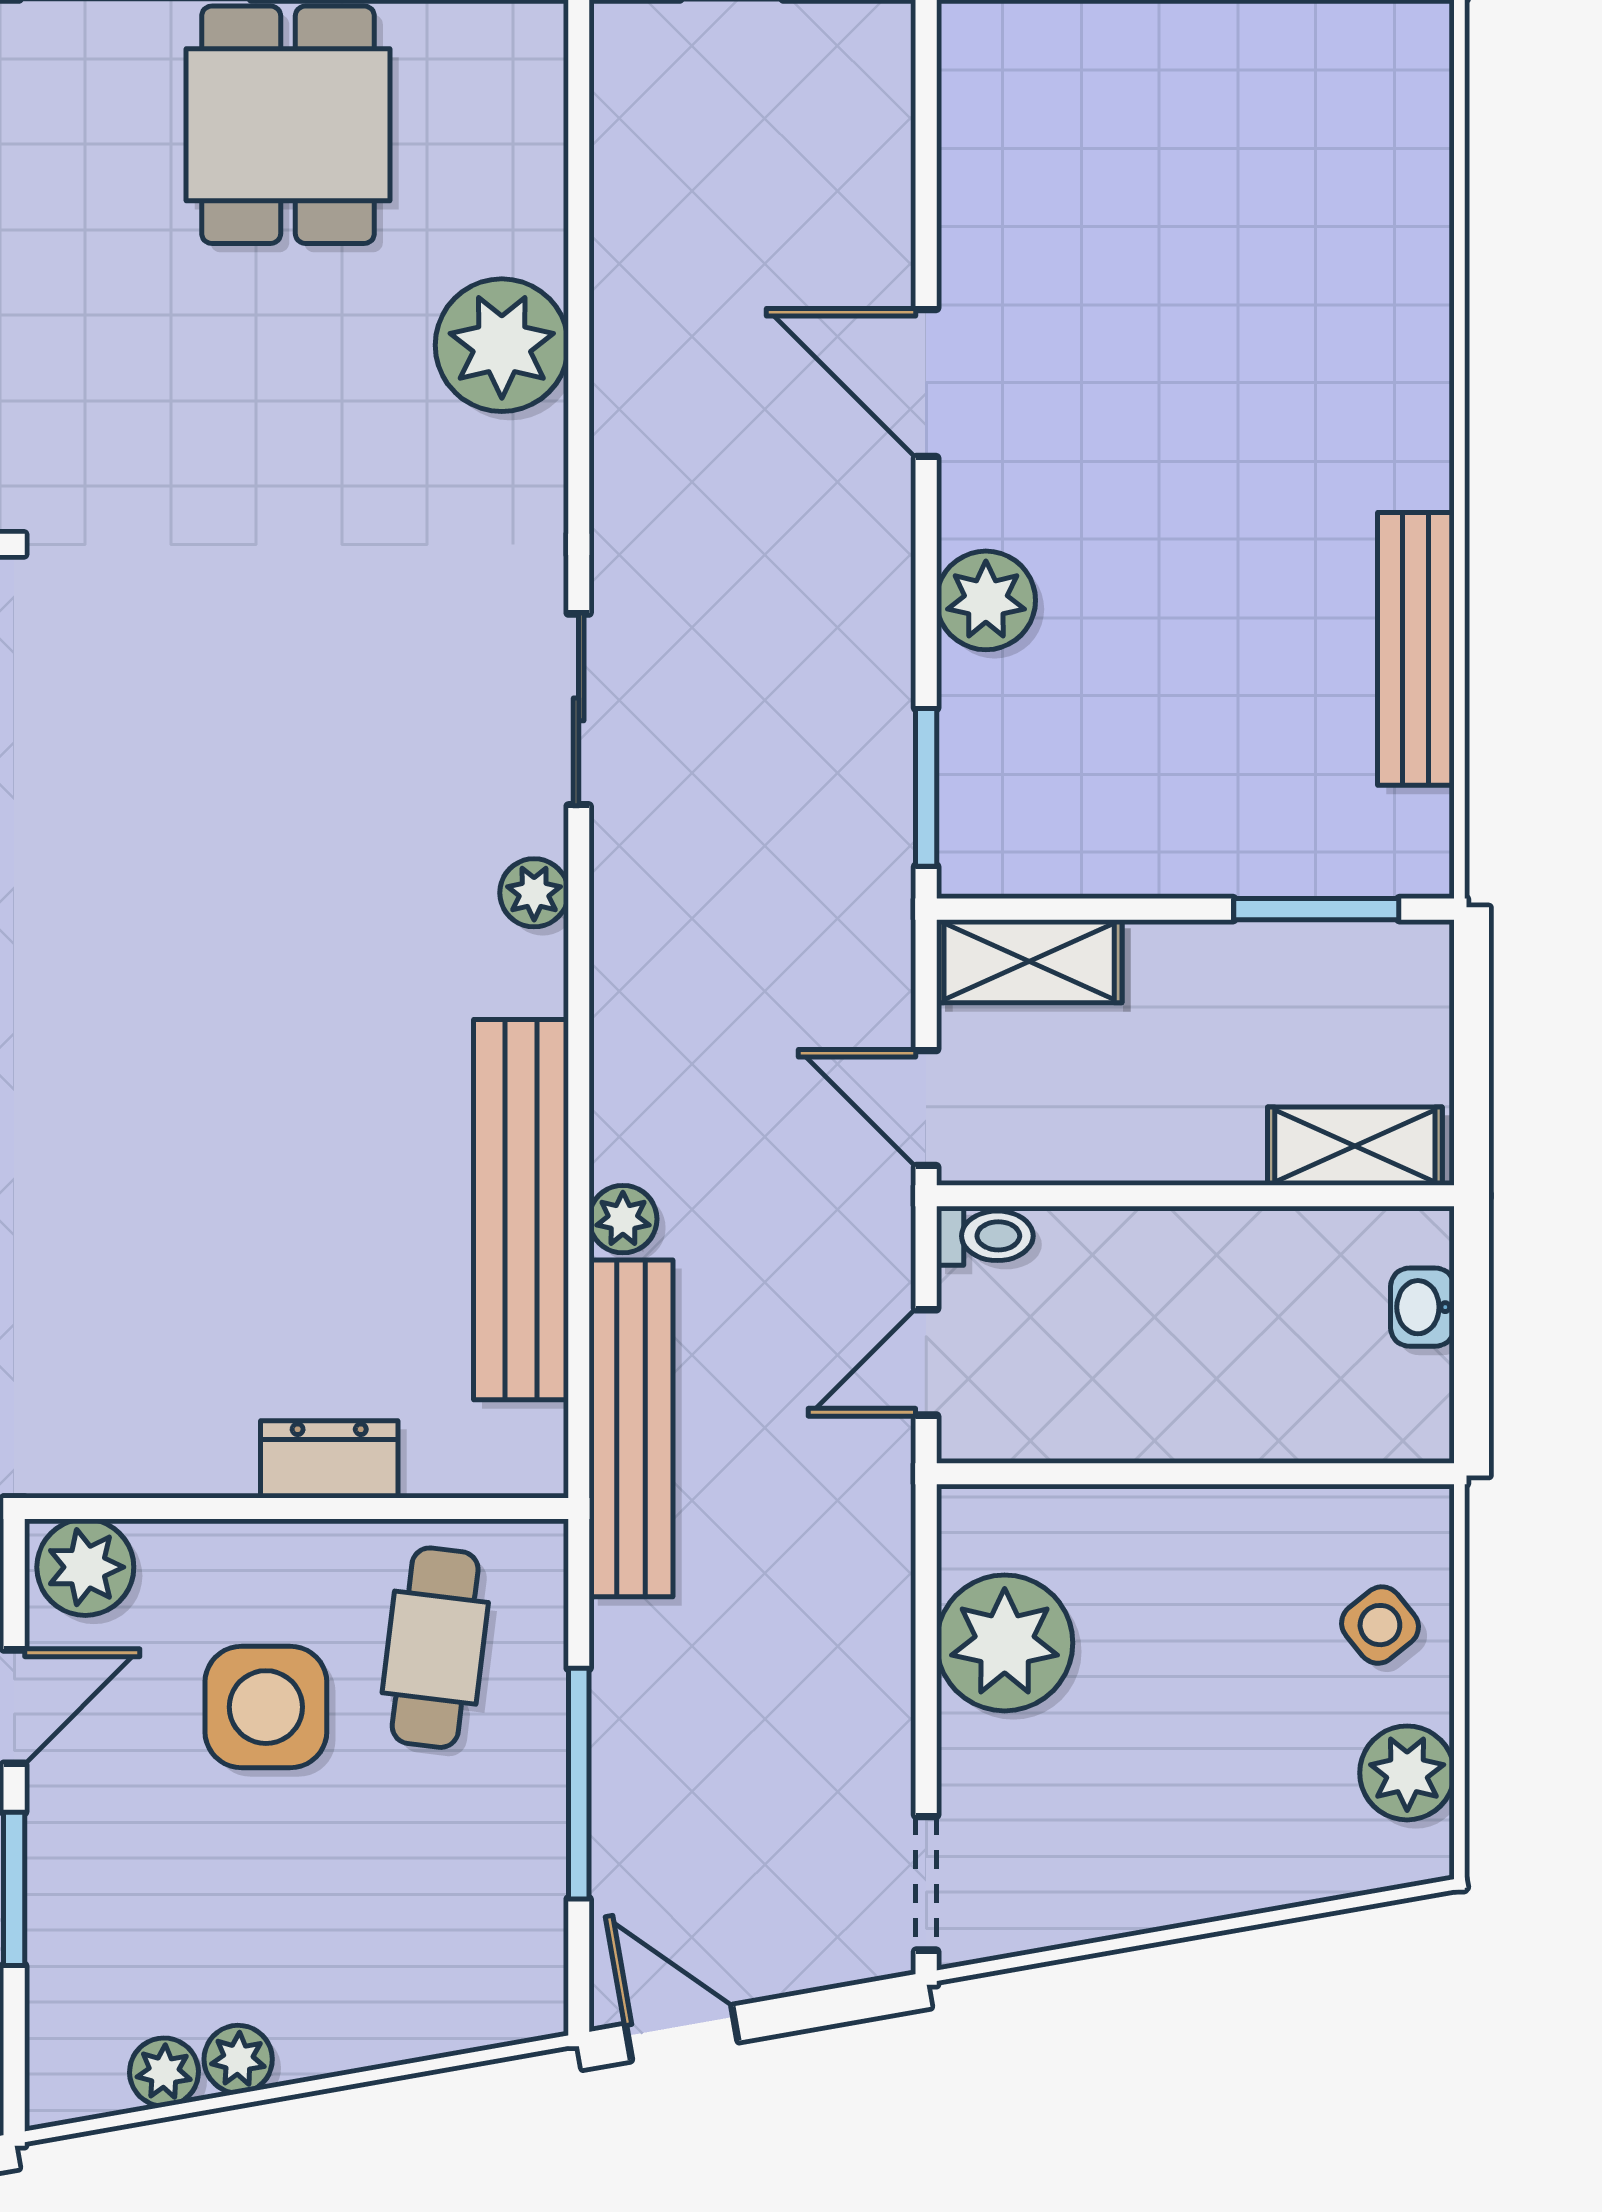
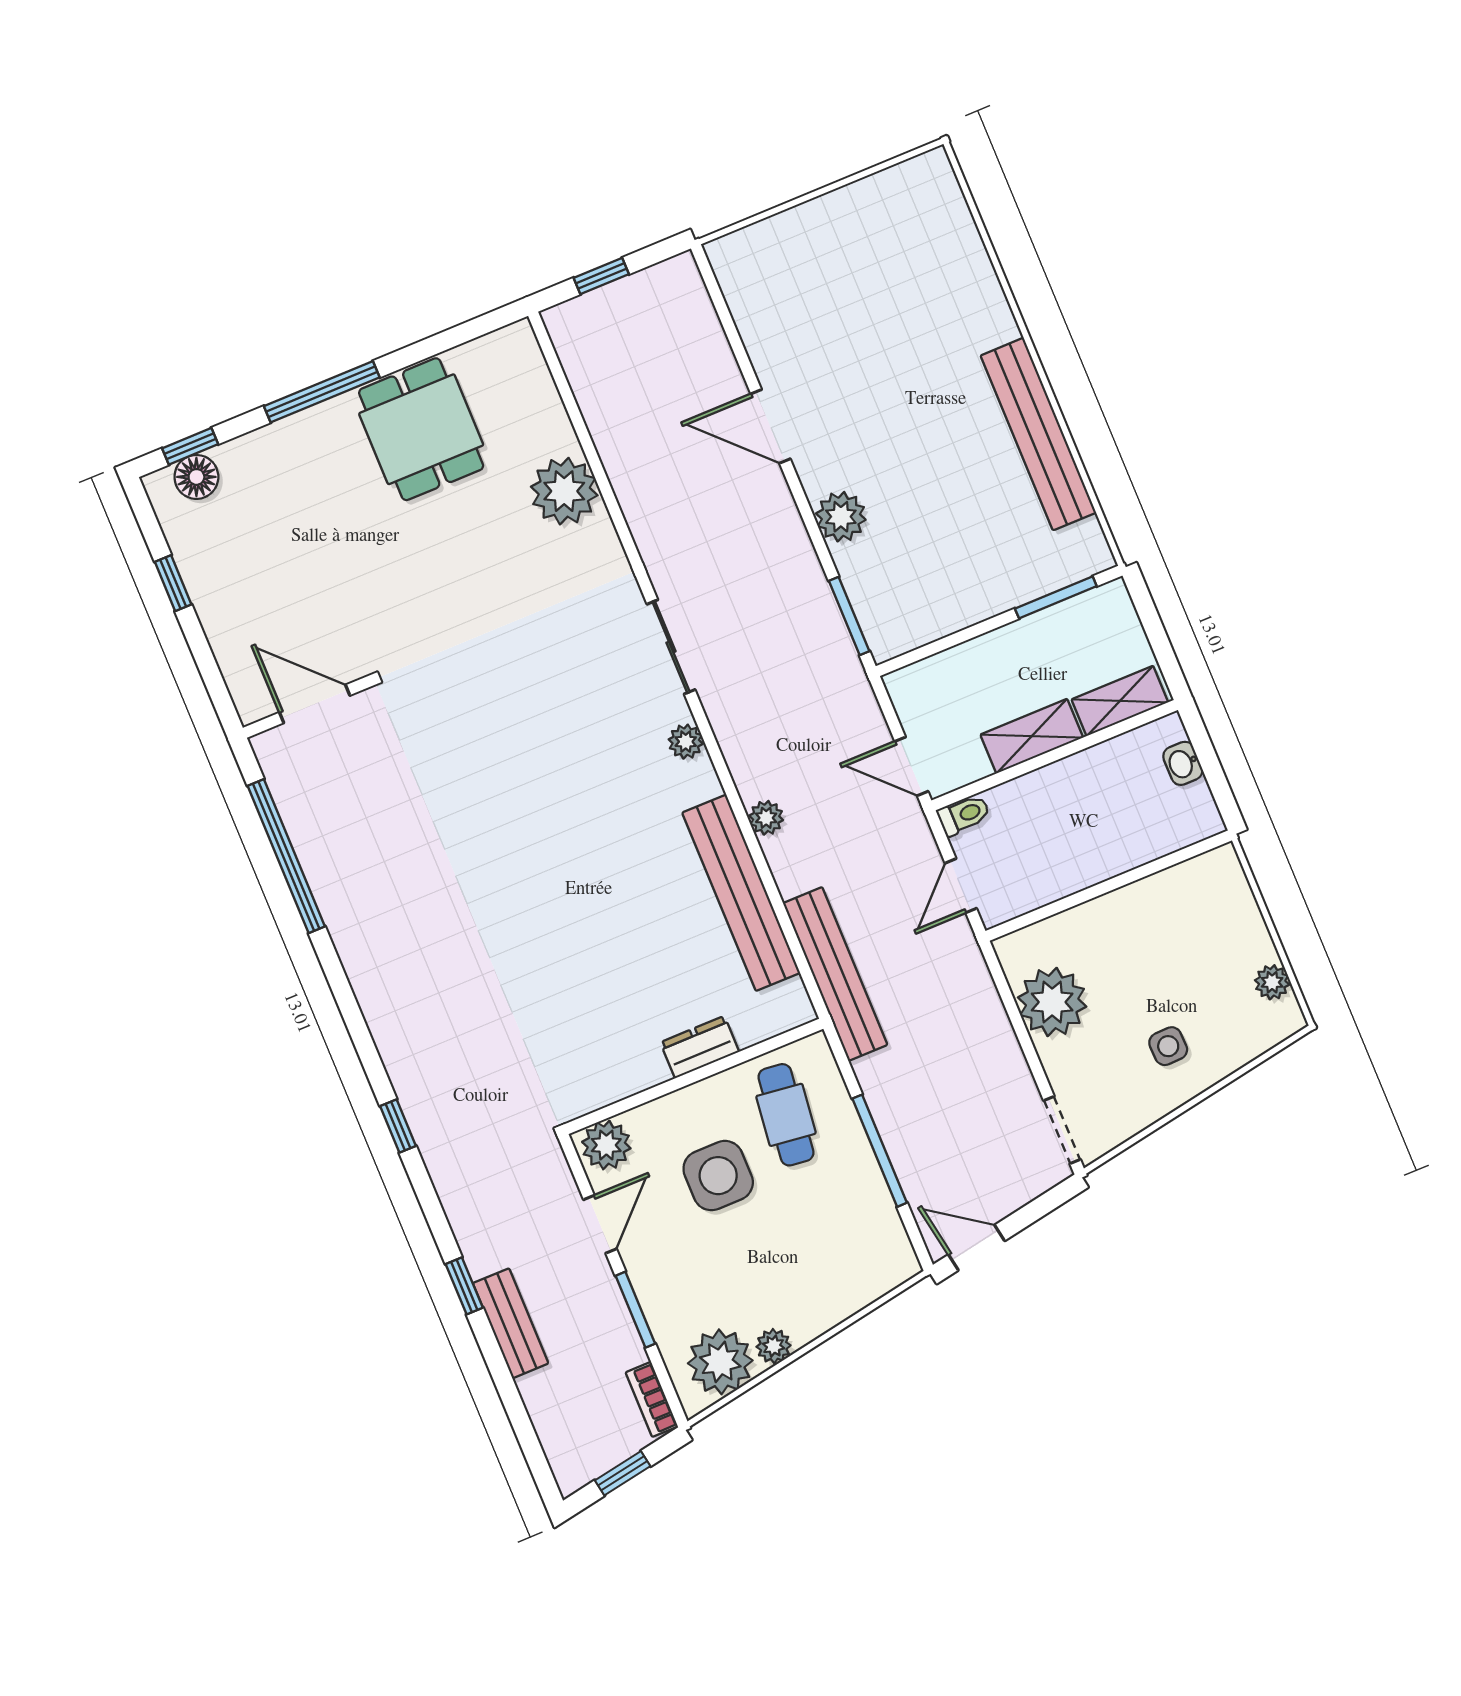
bench: (1416, 649) -> (1038, 434), width x1.37, depth x1.21
shelving: (1029, 961) -> (1032, 736), moved
plant: (623, 1219) -> (766, 818), moved
side table: (1380, 1625) -> (1168, 1046), moved, turned 37
plant: (1407, 1773) -> (1272, 982), width x0.73, depth x0.73
plant: (164, 2072) -> (720, 1362), width x1.88, depth x1.88

